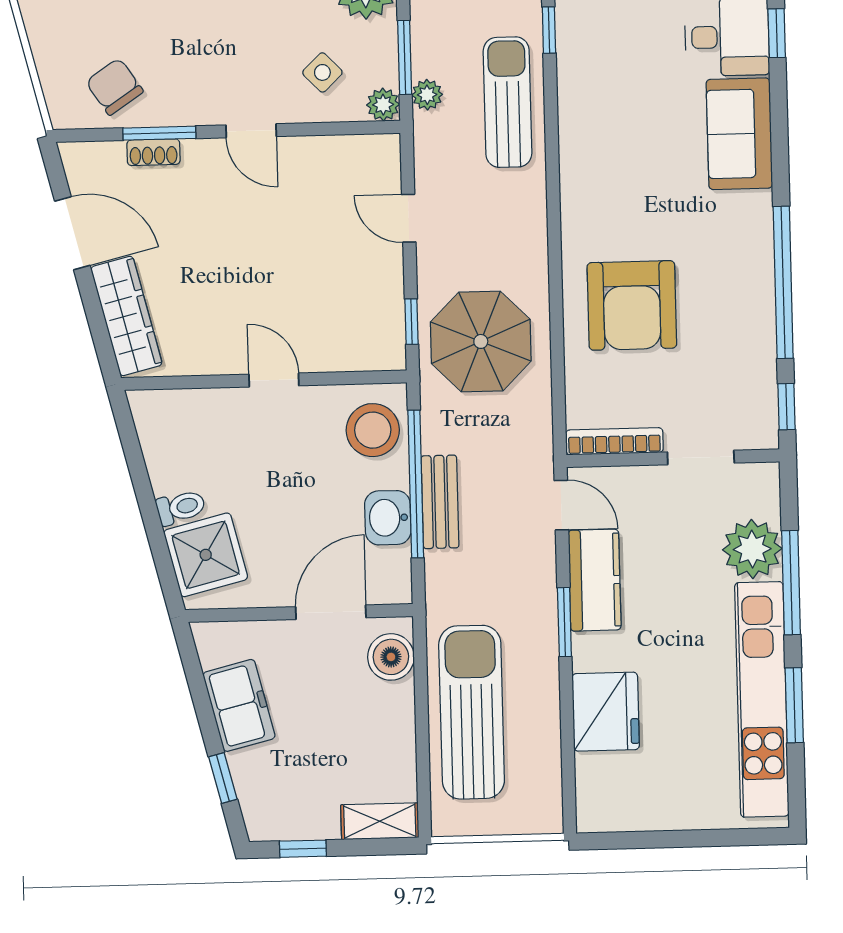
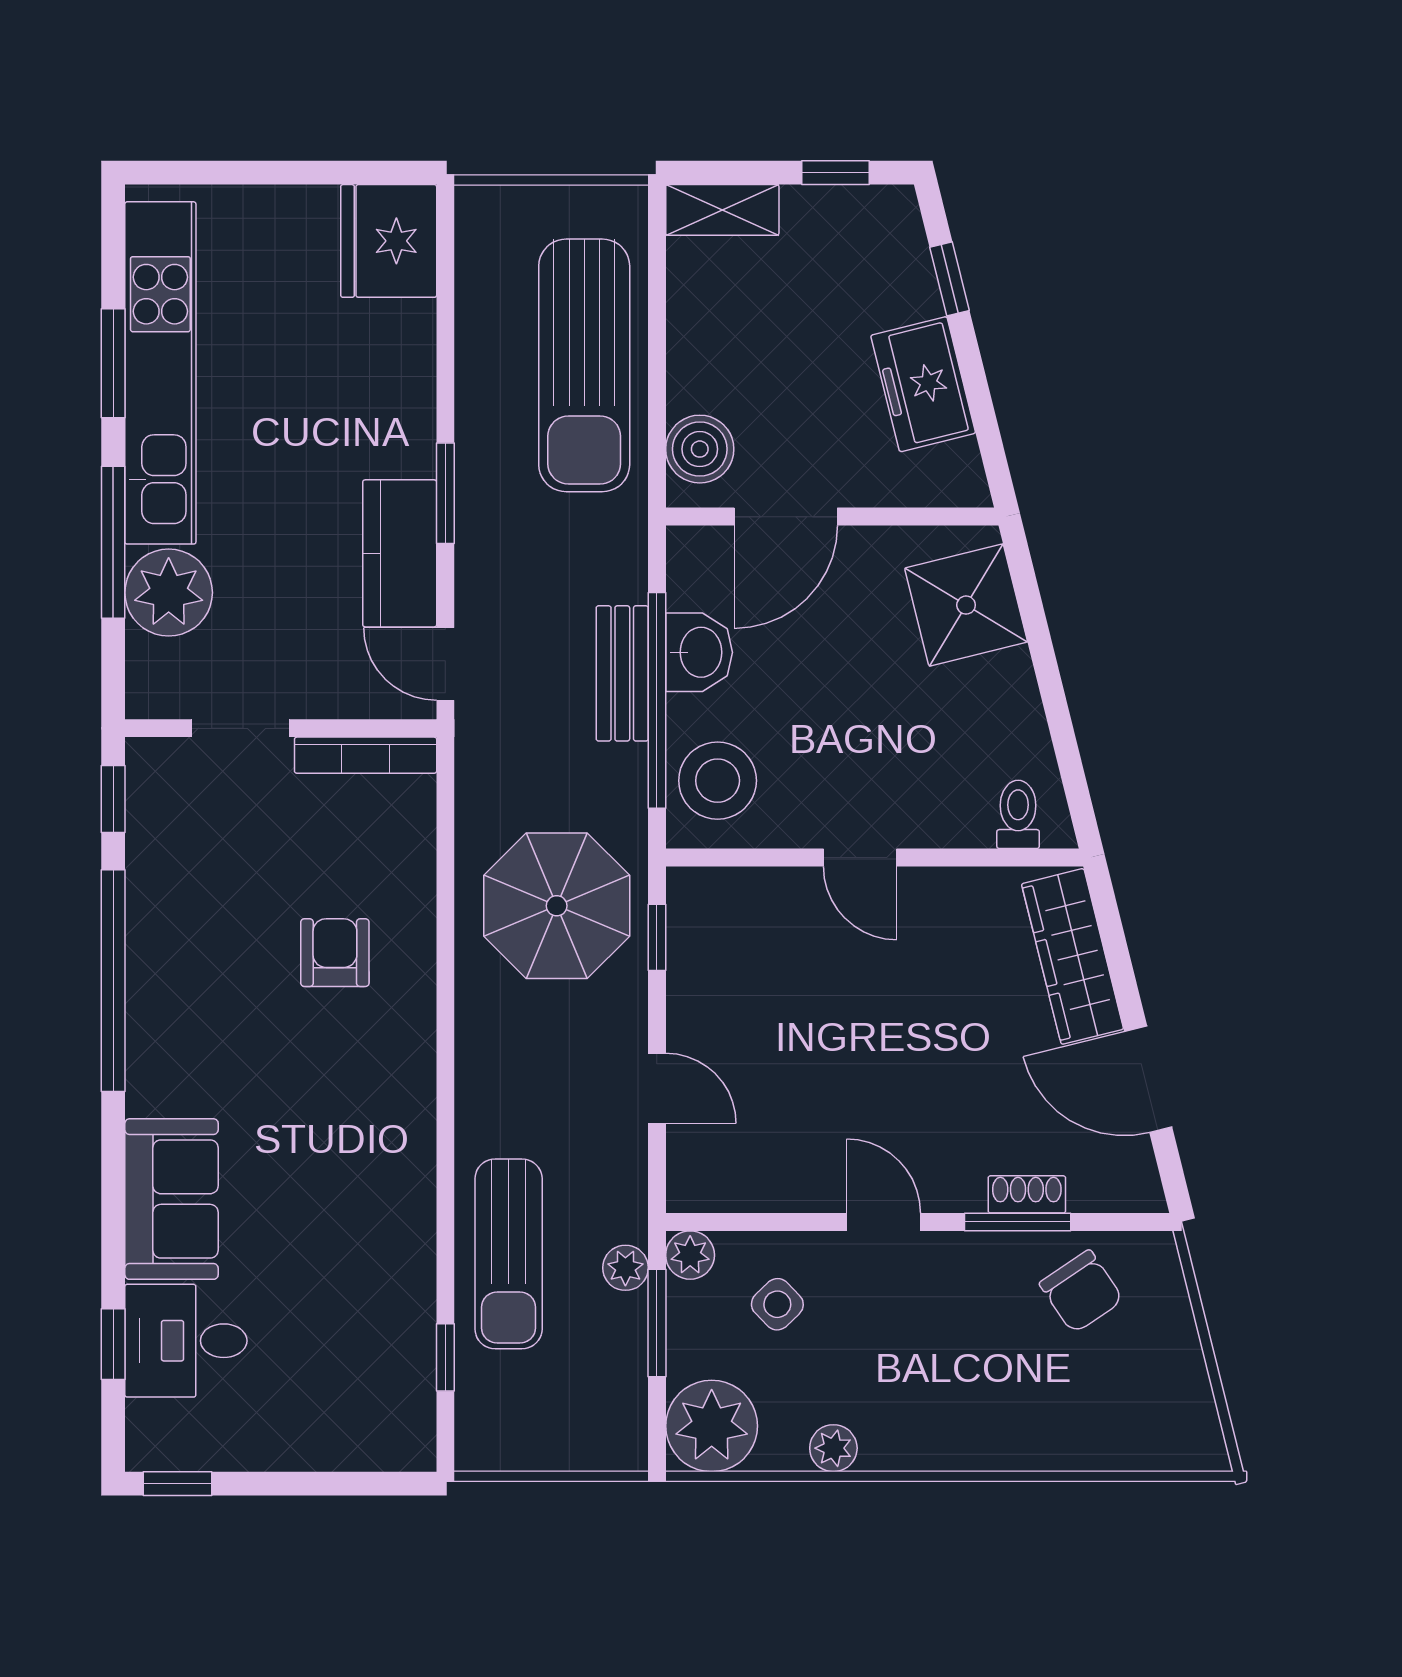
armchair: (632, 305) -> (335, 953), width x0.53, depth x0.53
toilet: (181, 507) -> (1018, 814), moved, turned 104
fridge: (606, 712) -> (389, 241), moved

